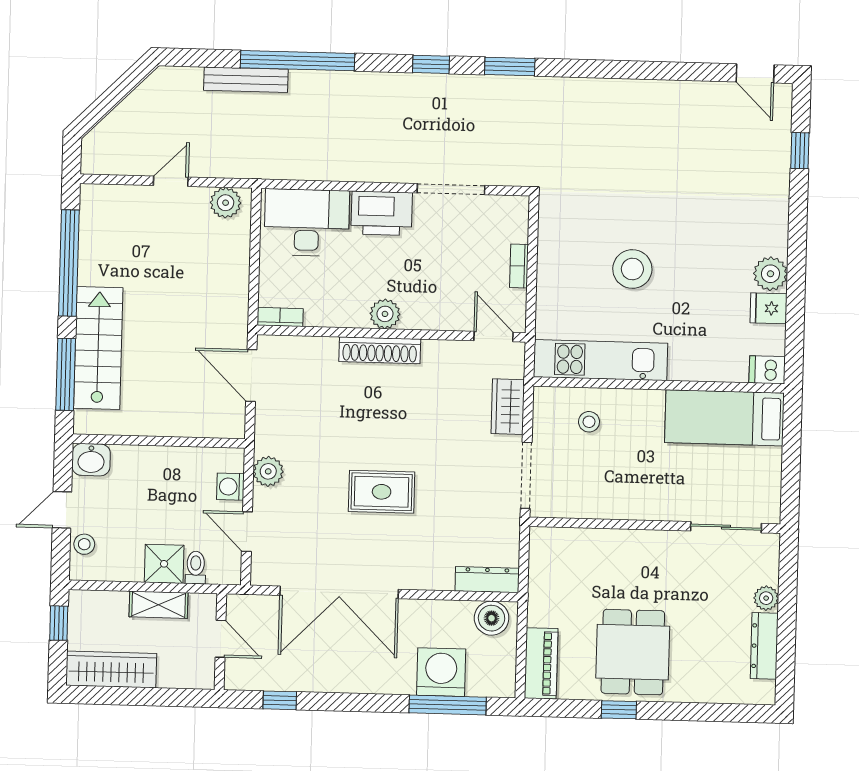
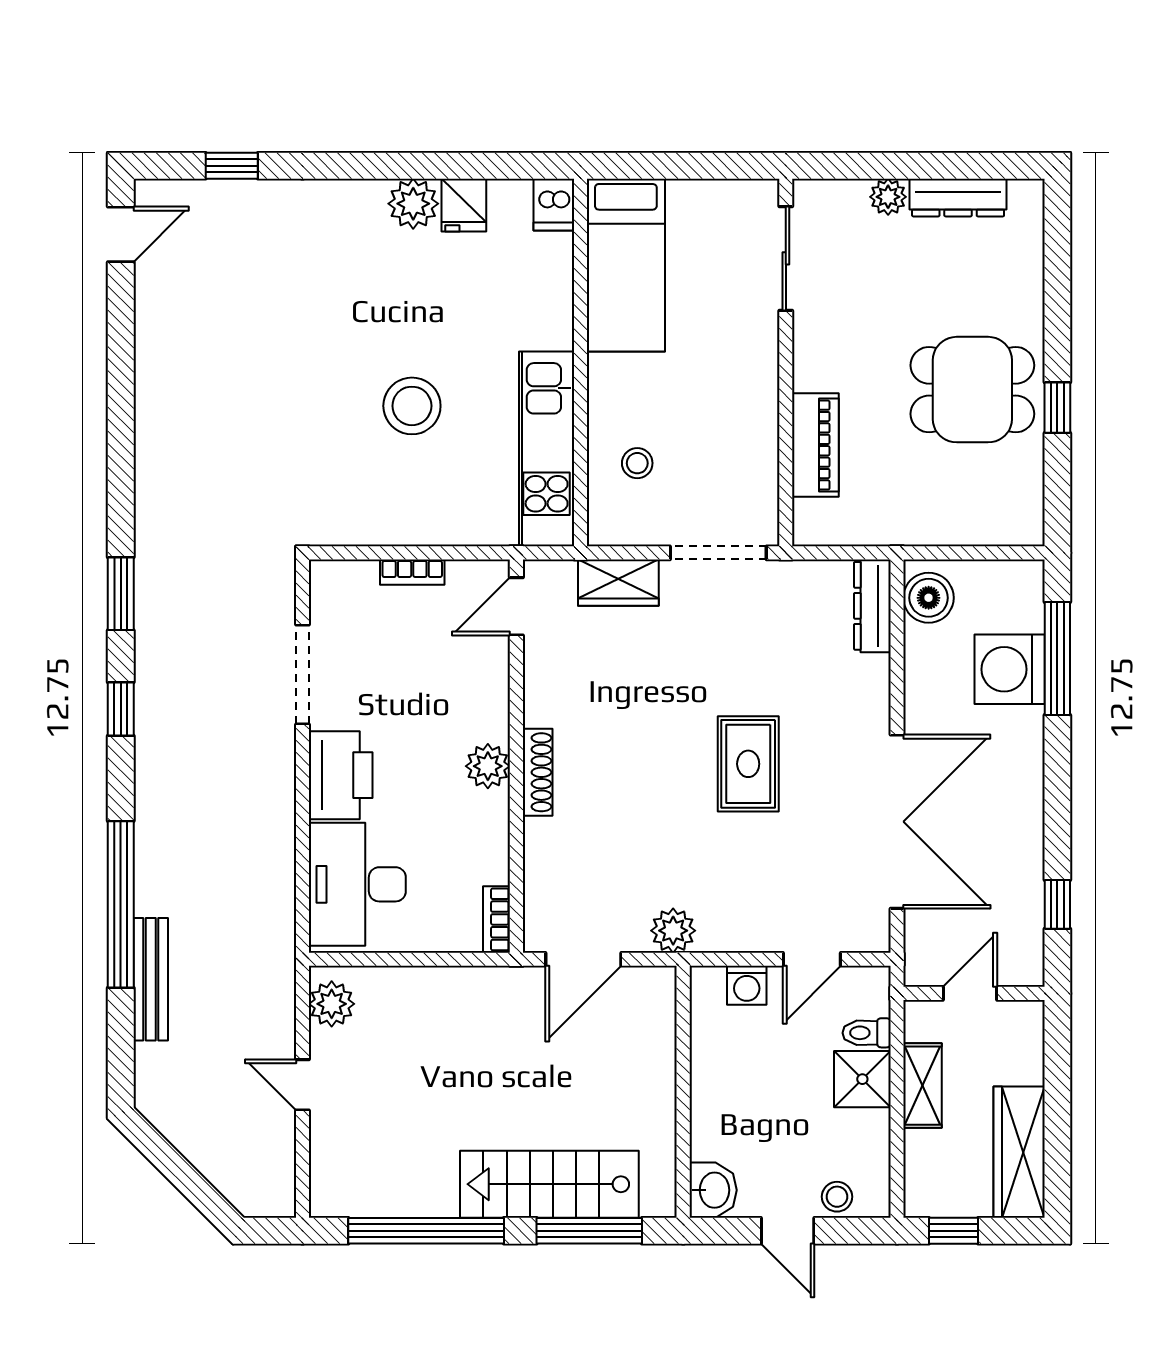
shoe rack: (380, 350) -> (538, 772), width x0.74, depth x0.81
plant: (268, 471) -> (673, 931), moved
piano: (541, 663) -> (815, 445), moved, turned 90

